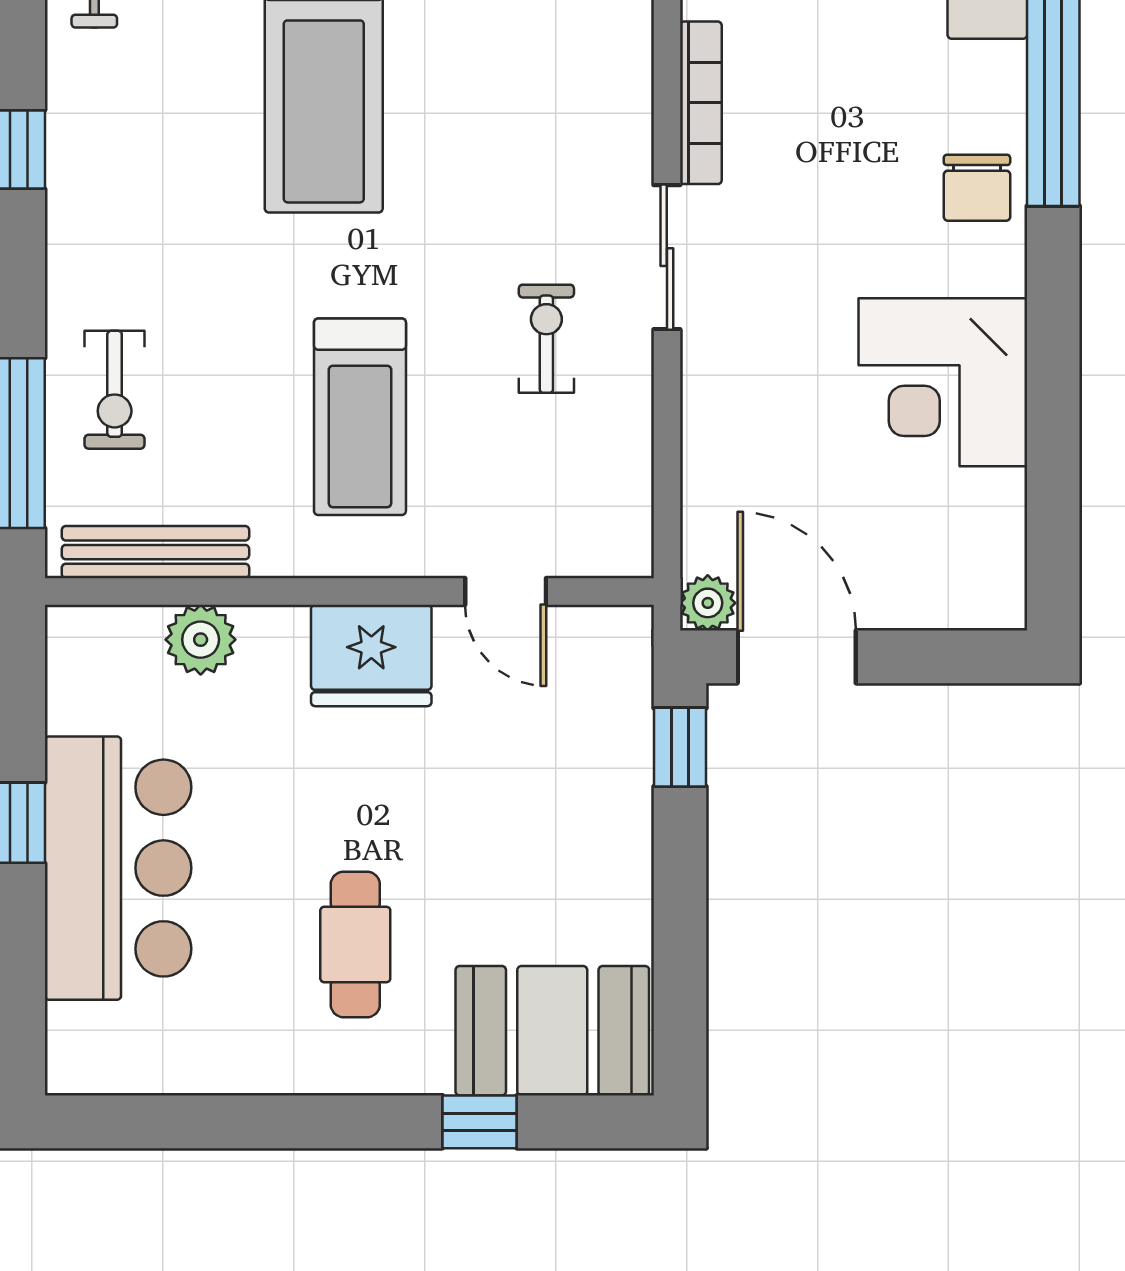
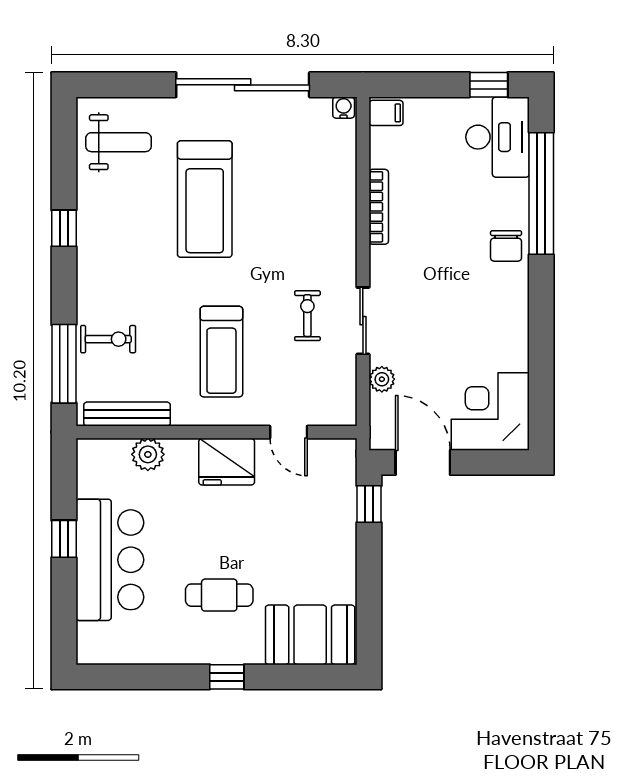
sliding door: (667, 257) -> (363, 321), moved
corner desk: (943, 382) -> (490, 411), moved, turned 90
exercise bike: (115, 390) -> (108, 339), turned -90
plant: (708, 603) -> (382, 379), moved
cafe table: (355, 944) -> (219, 595), turned 90
window: (480, 1122) -> (227, 677), moved

